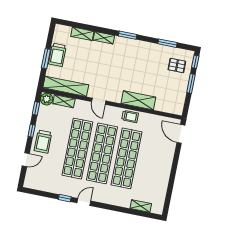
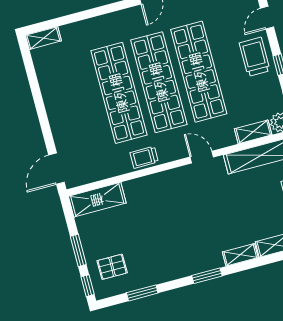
shelving: (138, 100) -> (97, 200), moved
door: (181, 134) -> (57, 169), swing flipped
shelving: (141, 206) -> (43, 38), moved

